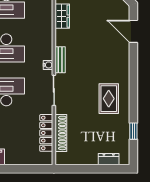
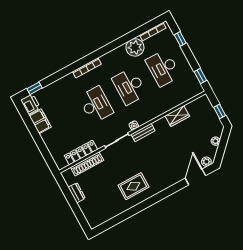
plant: (124, 12) -> (206, 162), added
window: (133, 131) -> (119, 219), removed
dresser: (109, 159) -> (77, 193), moved

